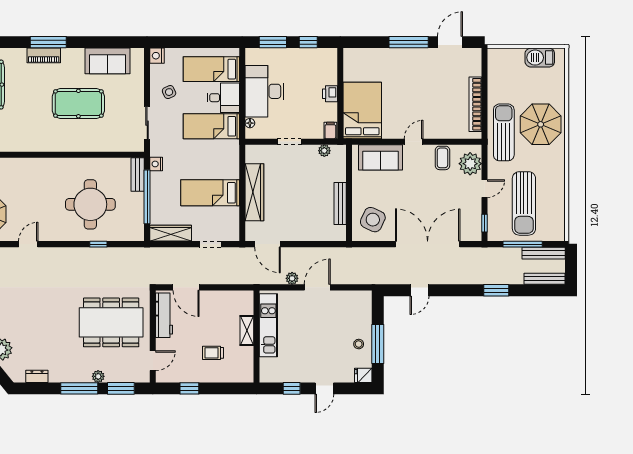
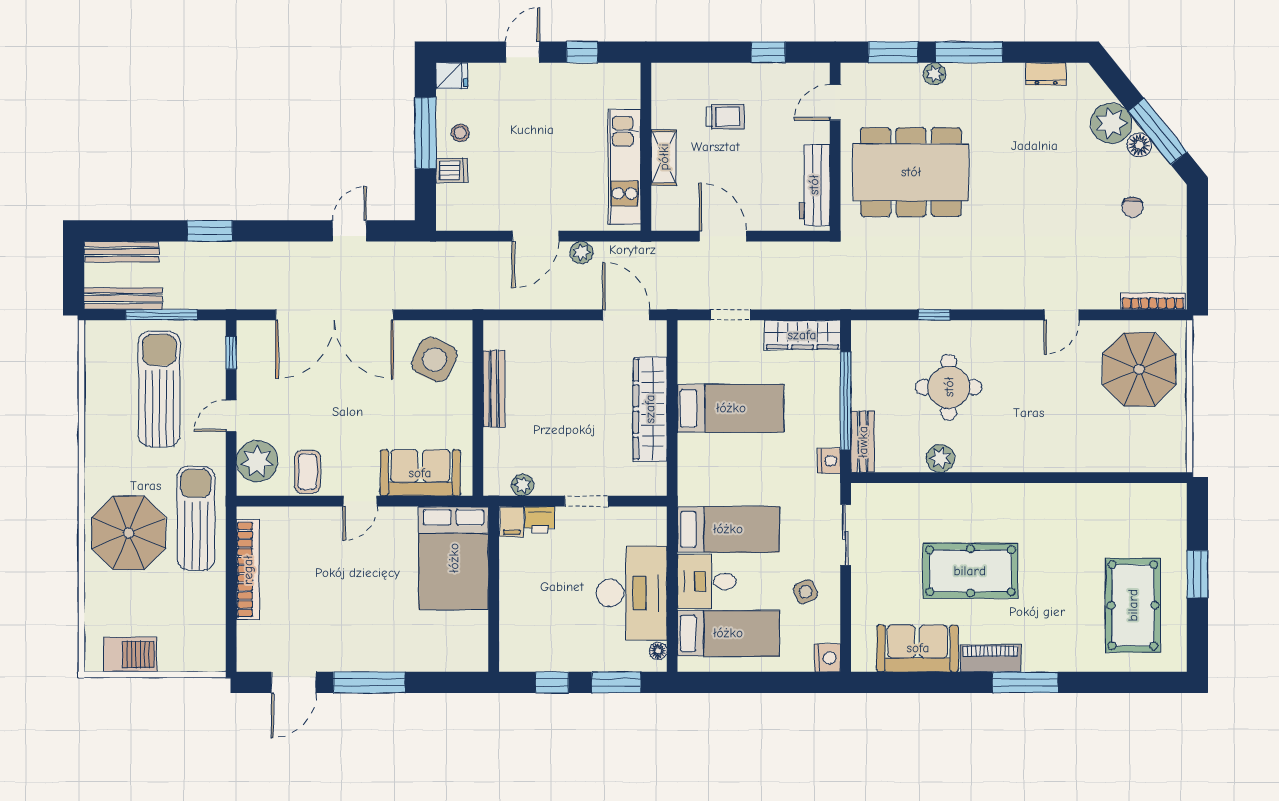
piano: (44, 55) -> (991, 658), moved
printer: (330, 94) -> (540, 520), moved, turned 90
floor lamp: (250, 123) -> (658, 651), moved
sun lounger: (504, 132) -> (196, 518), turned 180
plant: (95, 165) -> (940, 458), added
round table: (90, 204) -> (949, 387), width x0.73, depth x0.73
door: (186, 287) -> (723, 236), moved
dishwasher: (363, 323) -> (452, 170), added

